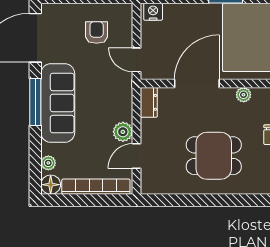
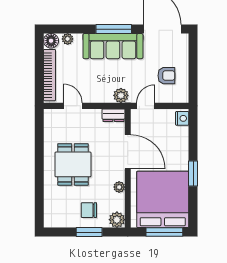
plant: (123, 132) -> (121, 95), moved

